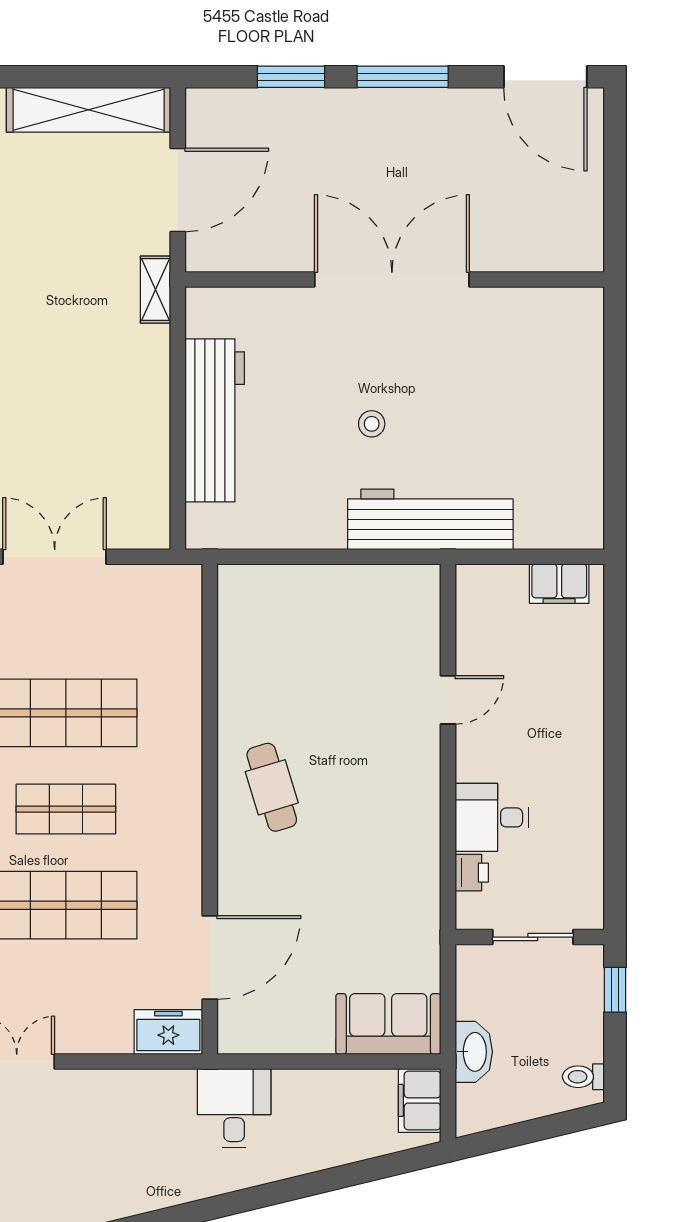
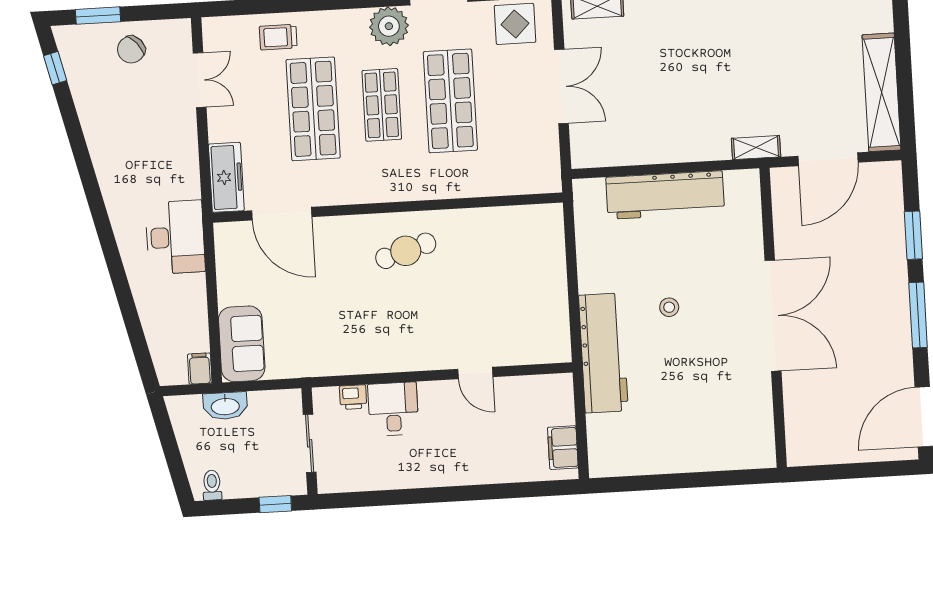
door: (178, 190) -> (828, 159), hinge flipped
freezer: (168, 1032) -> (226, 177), width x1.40
filing cabinet: (420, 1100) -> (200, 369), width x0.50
desk: (234, 1108) -> (175, 237), width x1.37

